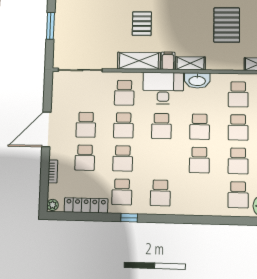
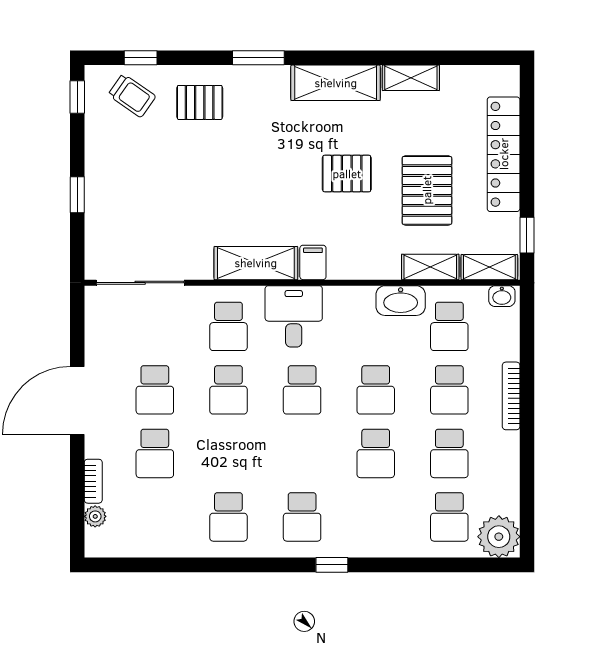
pallet: (142, 24) -> (347, 174), moved, turned 90
window: (50, 26) -> (77, 195), width x0.67
shelving: (190, 63) -> (430, 267), moved
washbasin: (197, 81) -> (401, 301), moved
desk: (163, 88) -> (294, 316), width x0.73
school desk: (123, 158) -> (228, 453), removed
plant: (53, 205) -> (95, 516), moved
locker: (86, 205) -> (160, 544), removed
window: (129, 218) -> (332, 565), moved

